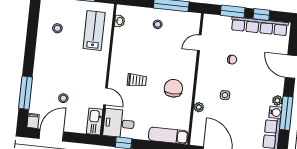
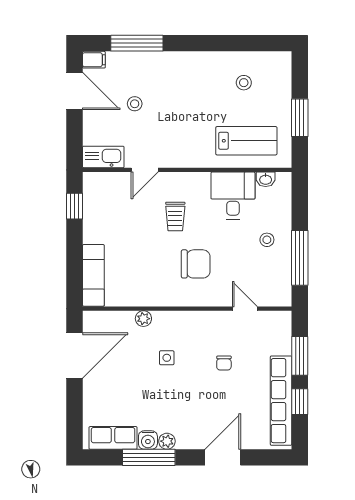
chair: (173, 88) -> (196, 264), moved
desk: (119, 123) -> (233, 195), moved

